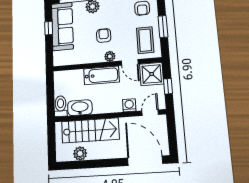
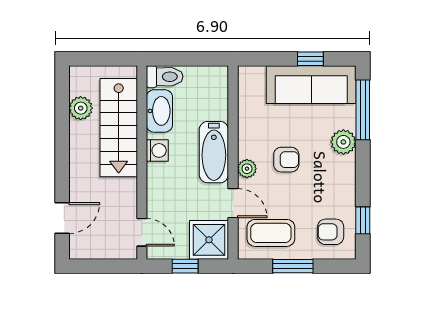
door: (130, 62) -> (233, 203), swing flipped
washing machine: (129, 105) -> (157, 150), moved
door: (145, 161) -> (62, 218), width x0.53

